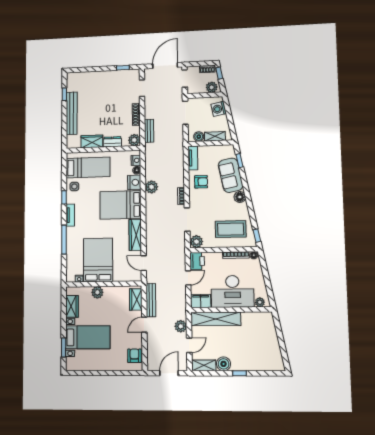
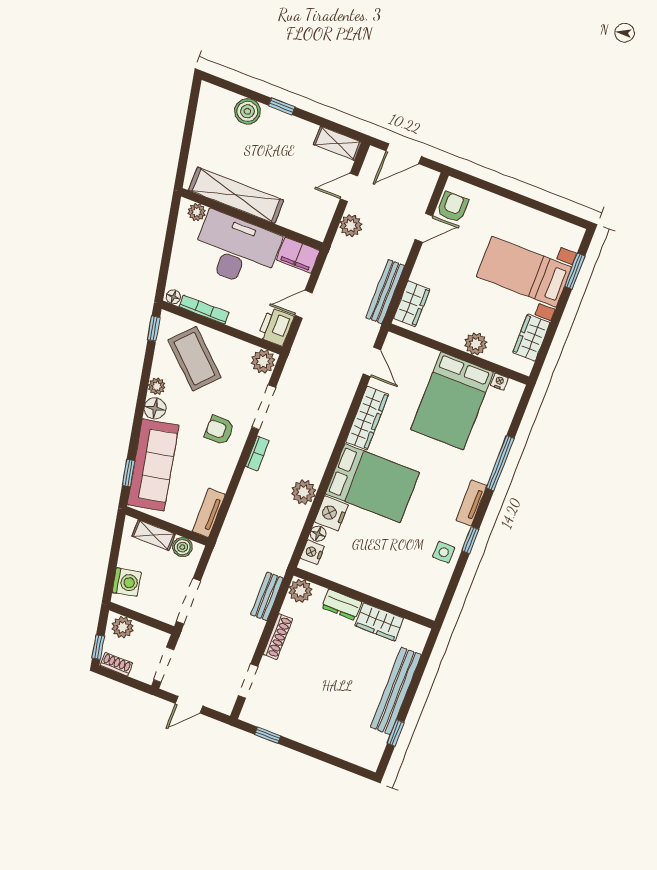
door: (165, 65) -> (189, 705), width x0.53
bed: (88, 167) -> (405, 577), removed
sofa: (231, 175) -> (153, 465), width x1.36
armchair: (201, 182) -> (219, 430), moved
plant: (243, 208) -> (157, 386), added
coffee table: (231, 229) -> (194, 359), turned 43
shelving: (216, 319) -> (236, 195), moved
door: (144, 325) -> (424, 228), moved
armchair: (134, 356) -> (453, 207), turned 180
boiler: (224, 364) -> (247, 111), moved

